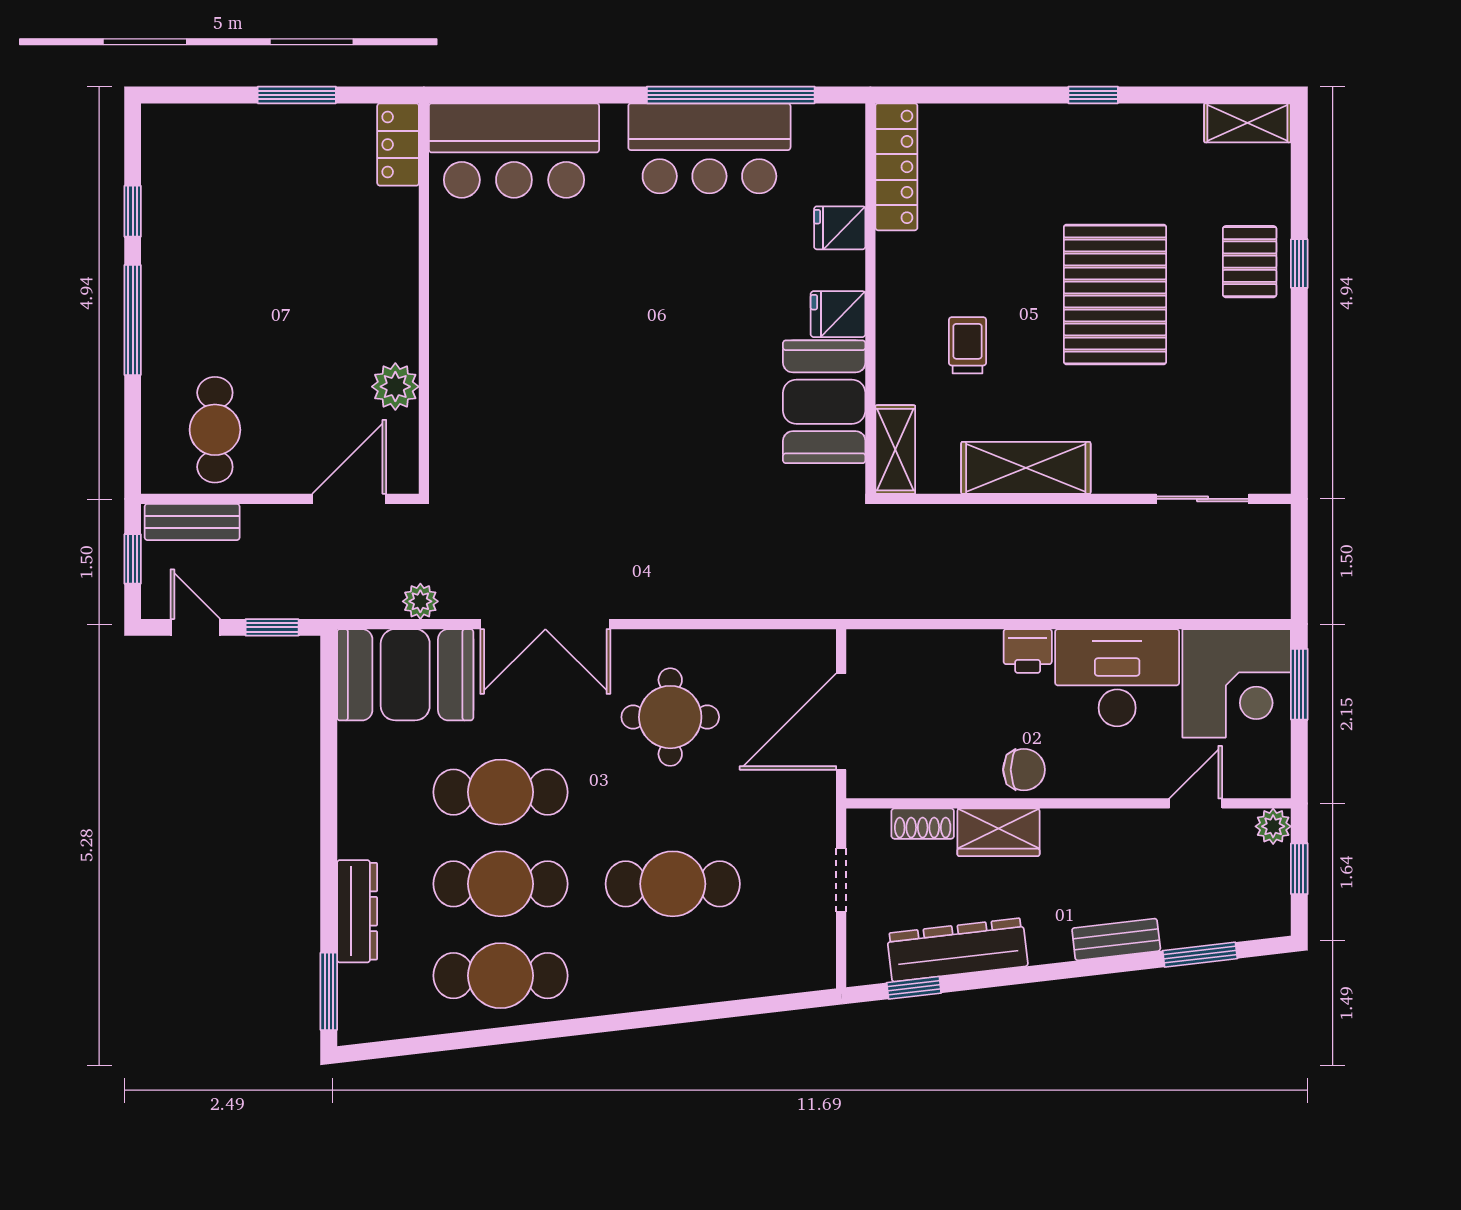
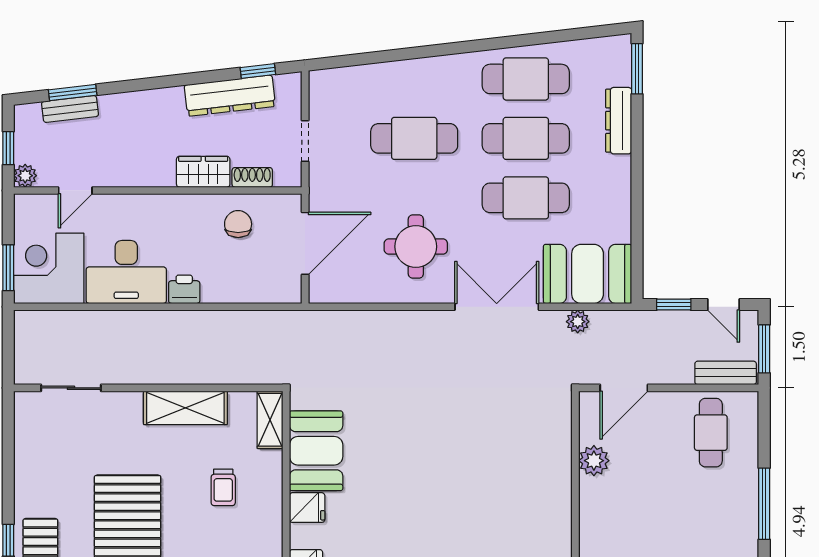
window: (133, 559) -> (764, 349), width x1.50
chair: (1024, 770) -> (238, 224), moved, turned 90
bench: (1116, 939) -> (70, 109), moved

